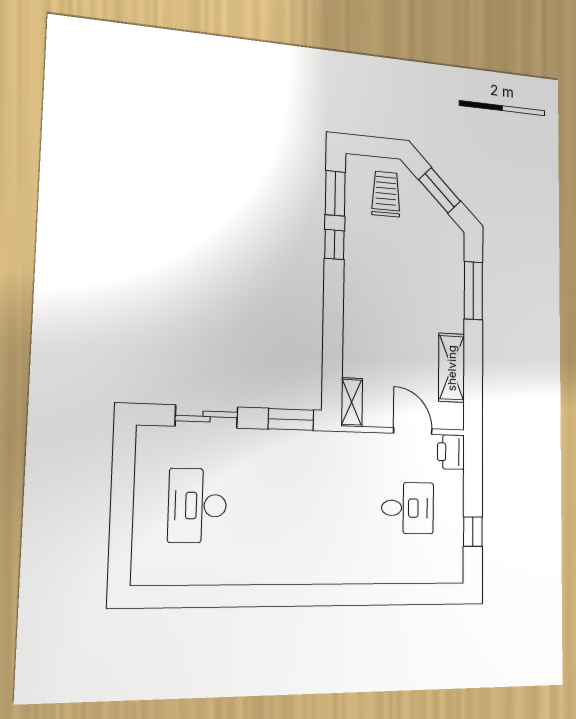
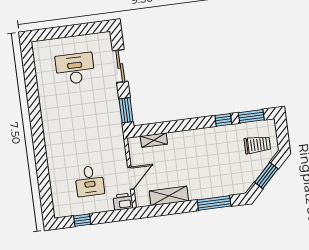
shelving: (352, 402) -> (154, 140), moved

